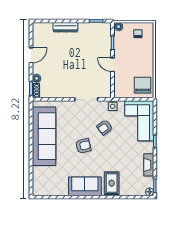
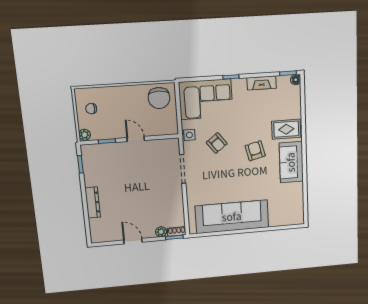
door: (113, 65) -> (136, 139), swing flipped
chair: (143, 85) -> (159, 98), turned -90
armchair: (83, 146) -> (255, 151), moved

